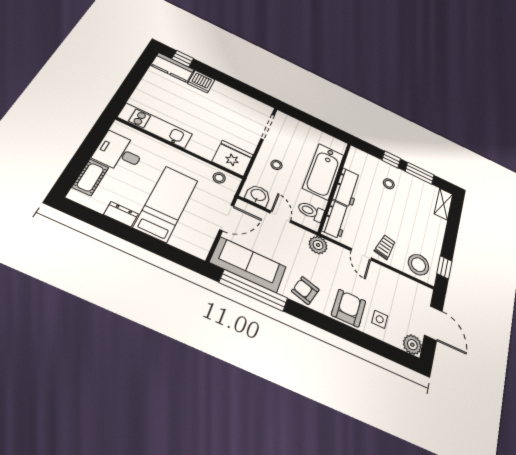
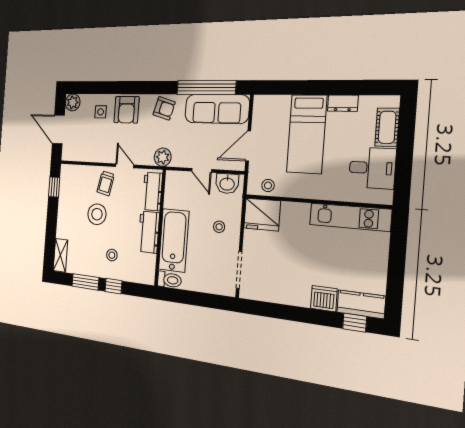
toilet: (311, 211) -> (169, 280), moved
stool: (419, 265) -> (97, 214), moved

